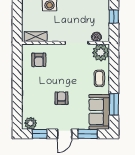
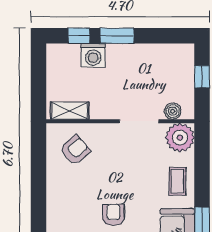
armchair: (39, 60) -> (75, 150), turned -131

